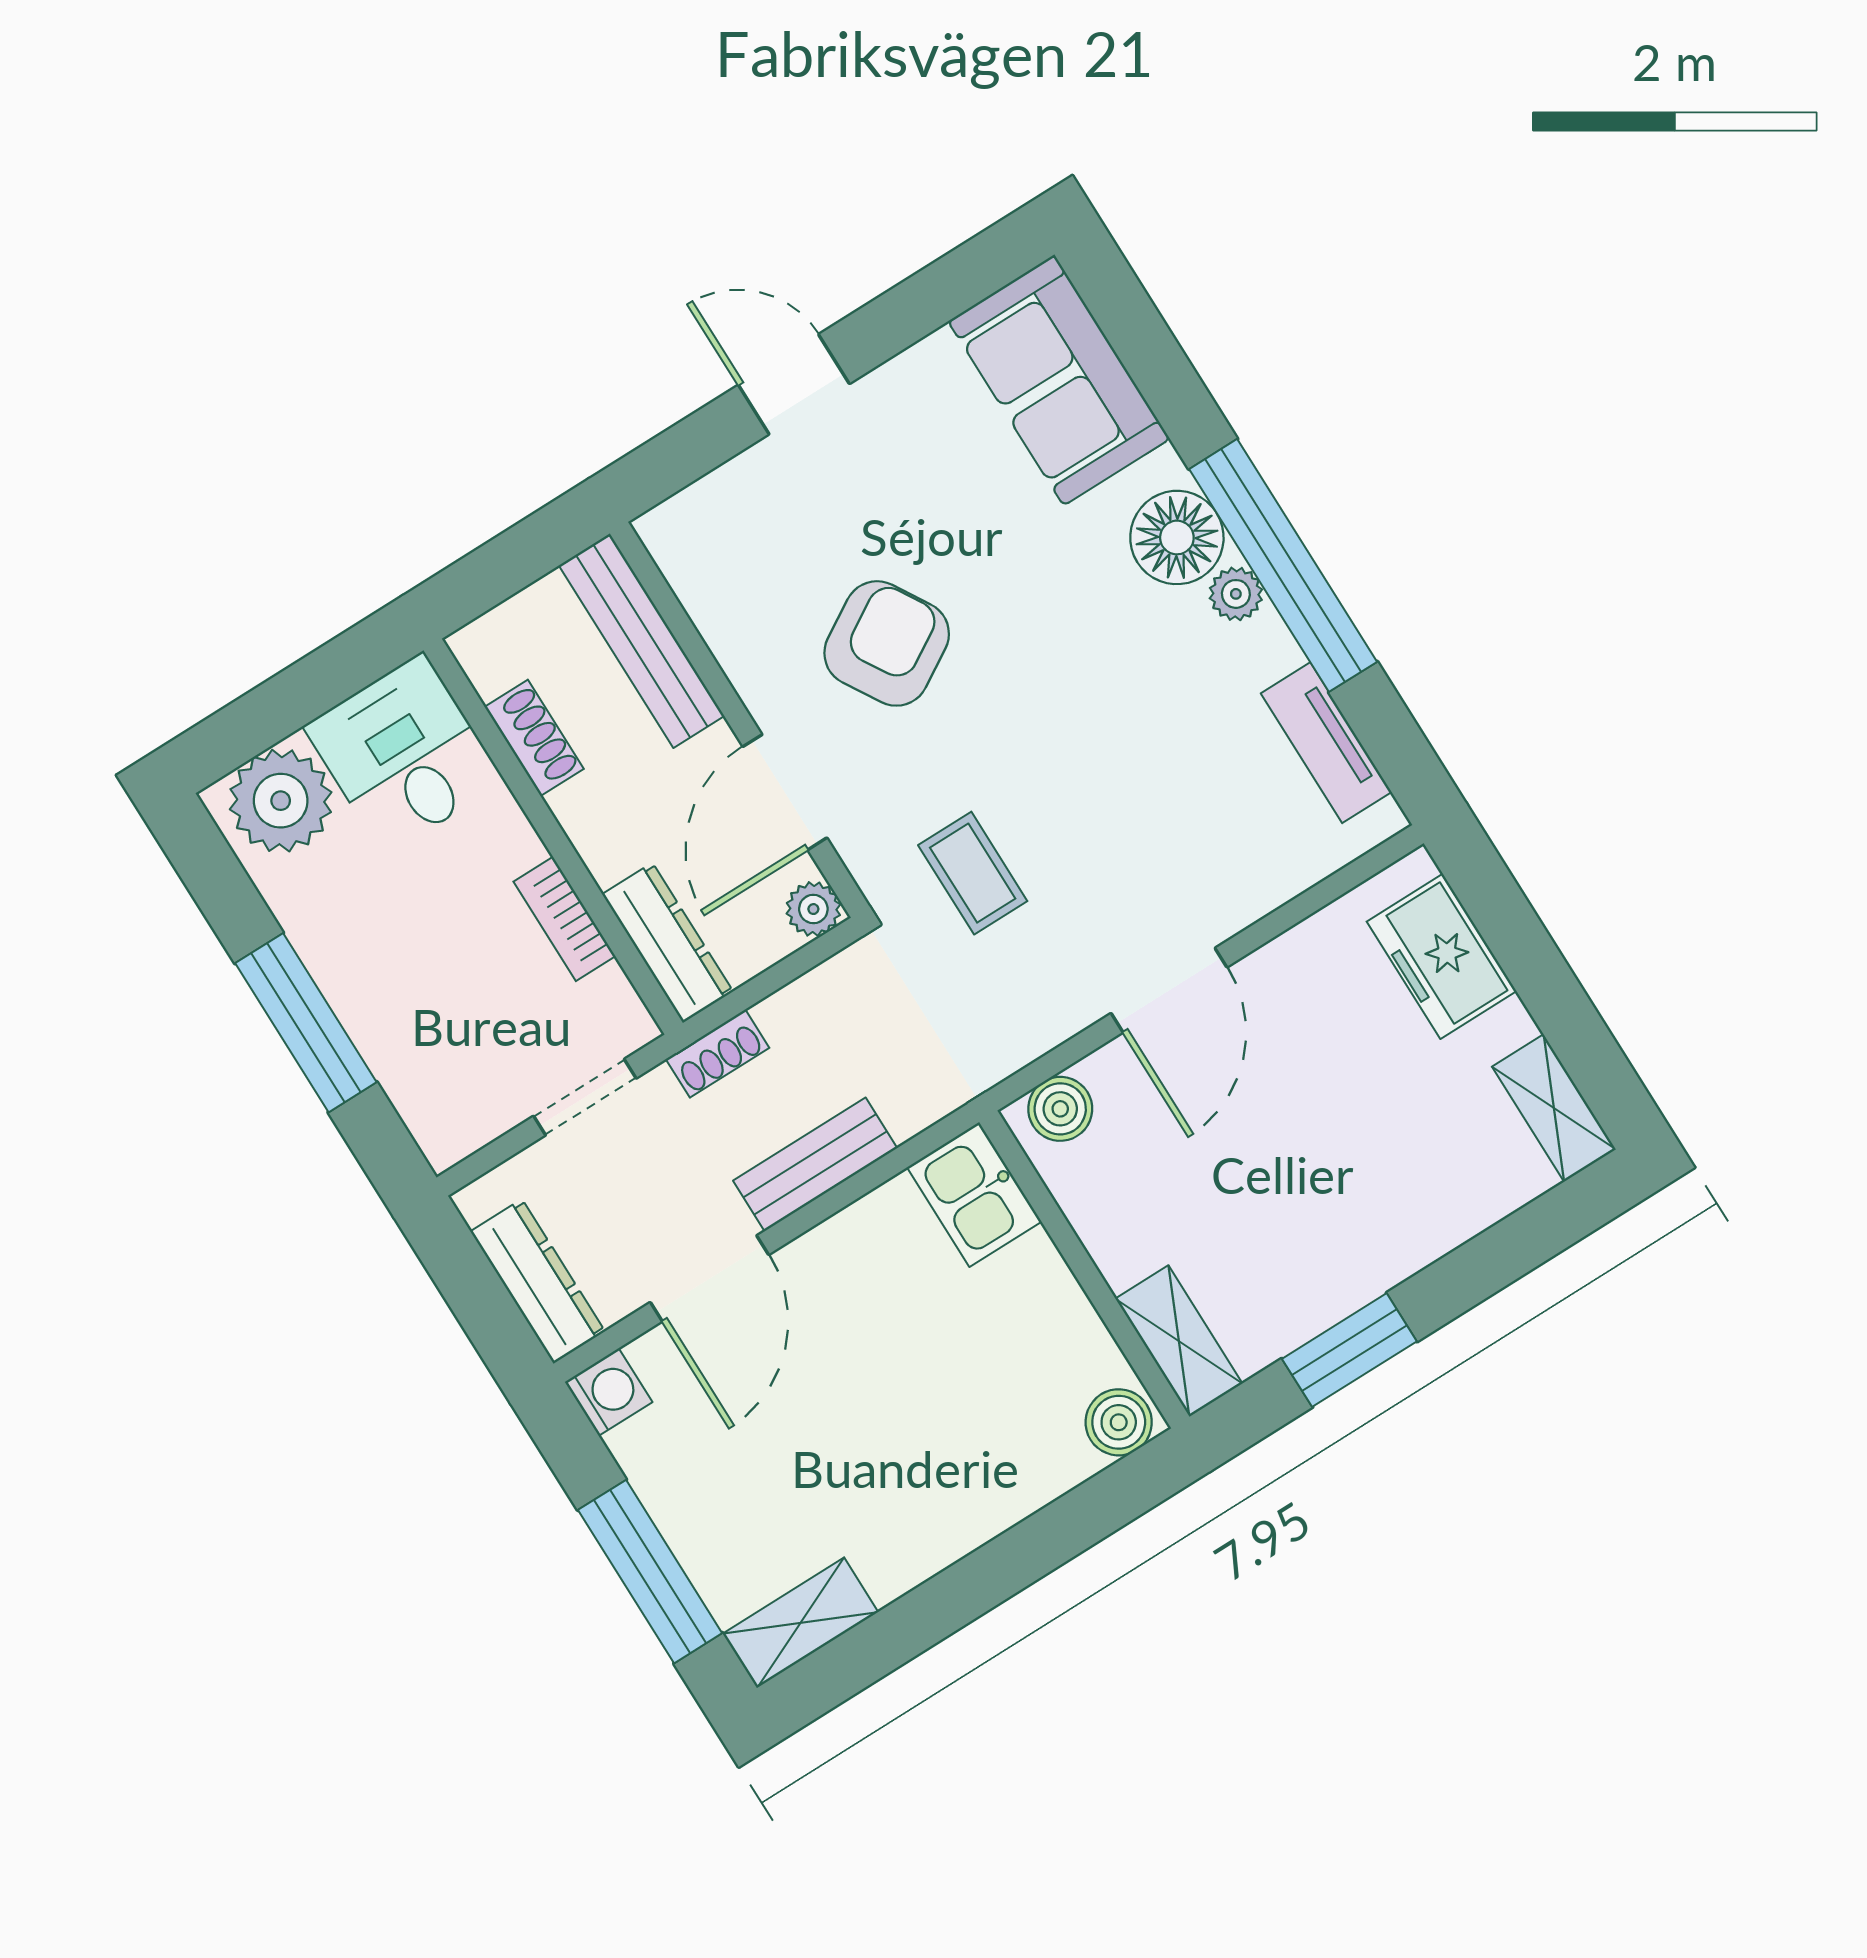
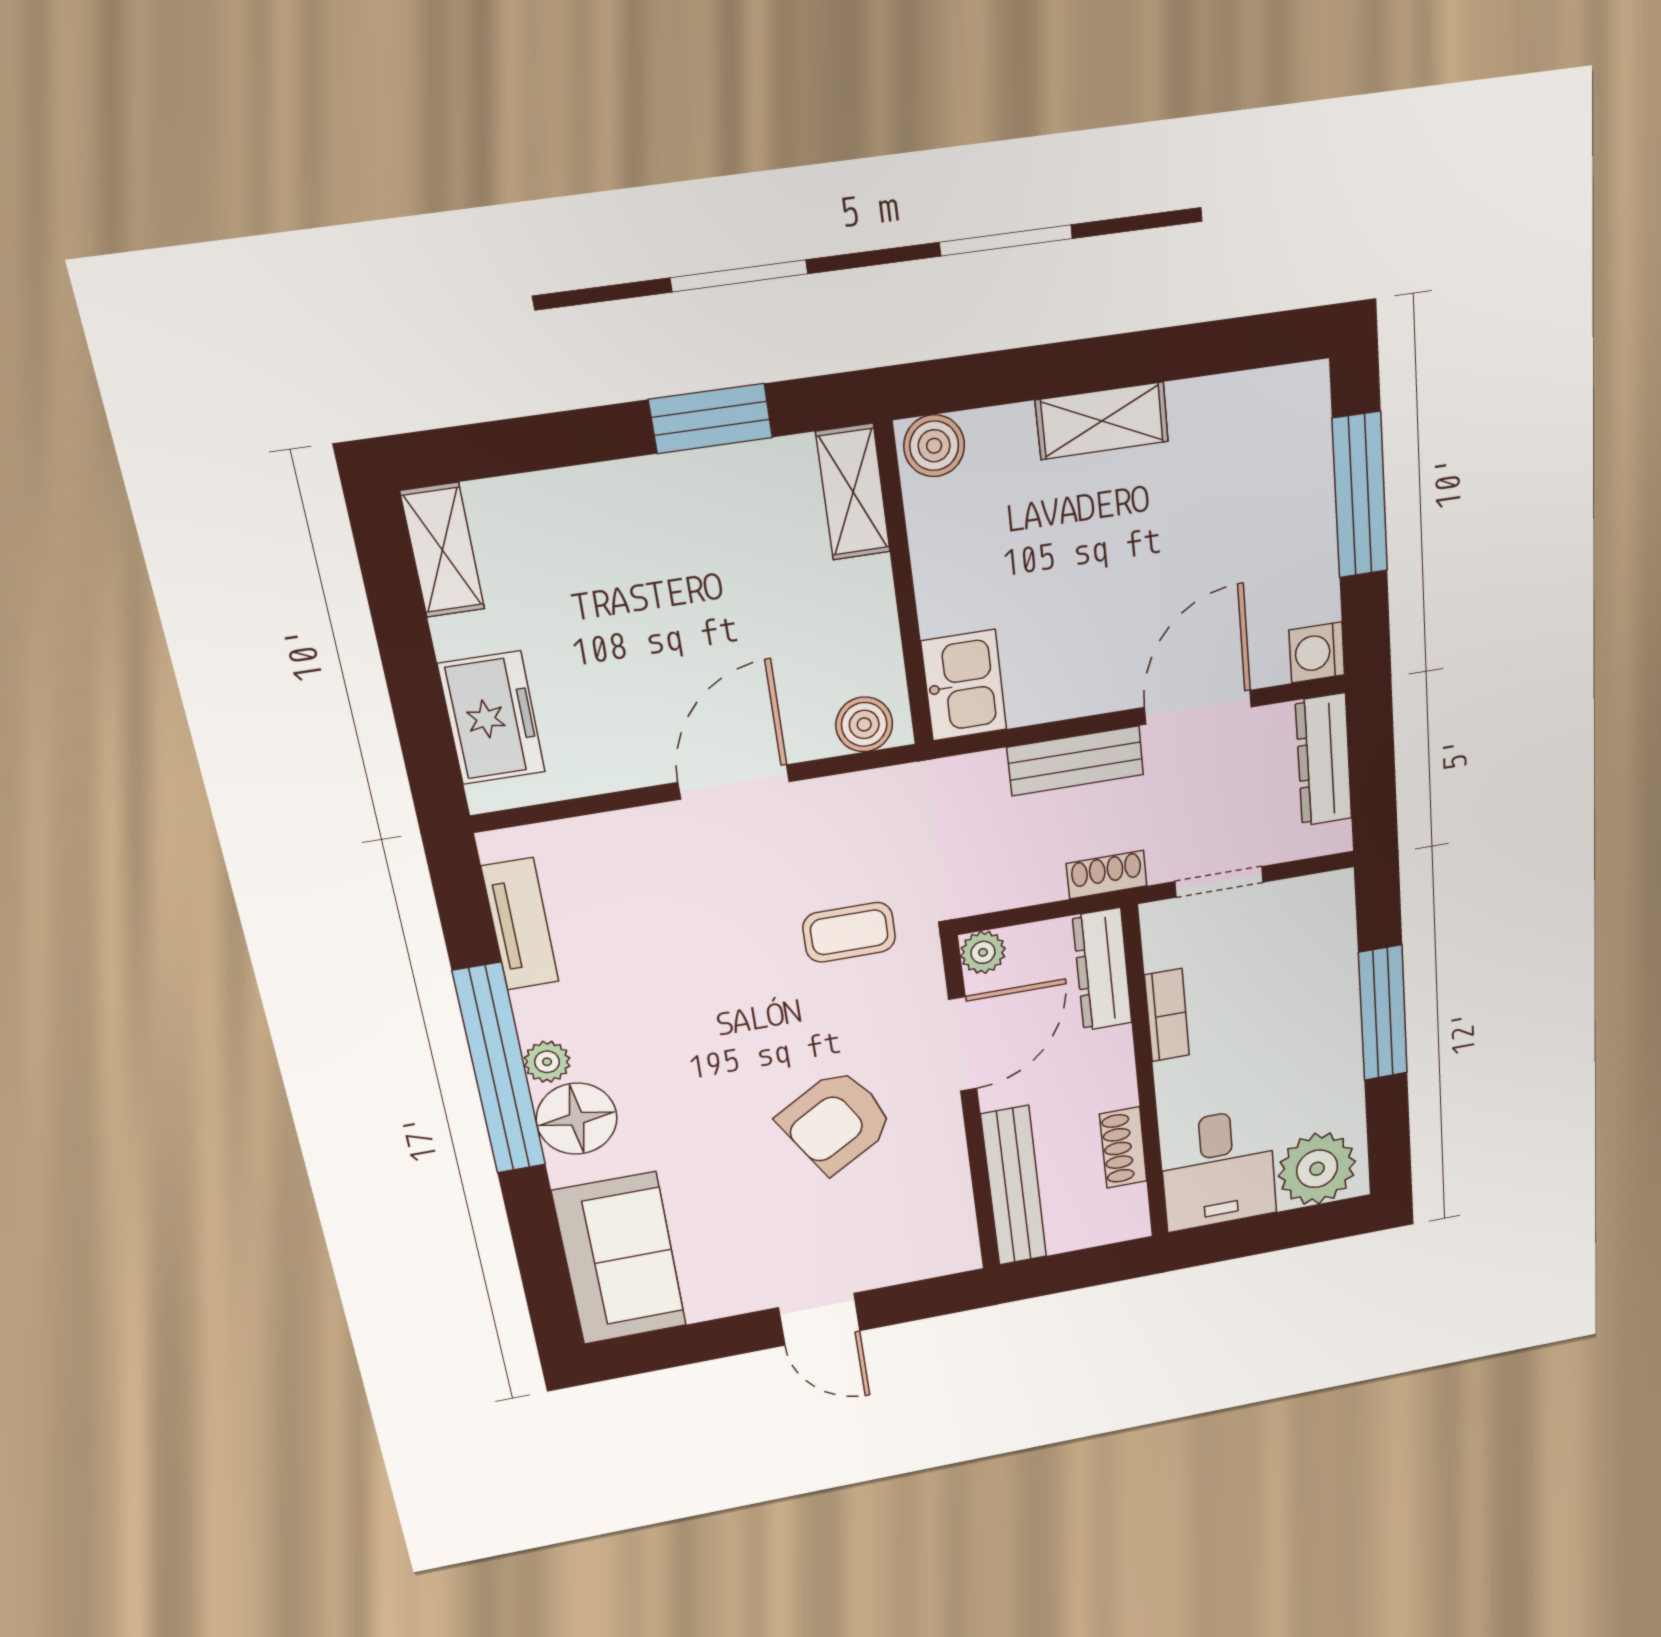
coffee table: (973, 873) -> (849, 932), turned 90
shelving: (800, 1623) -> (1102, 421), moved

